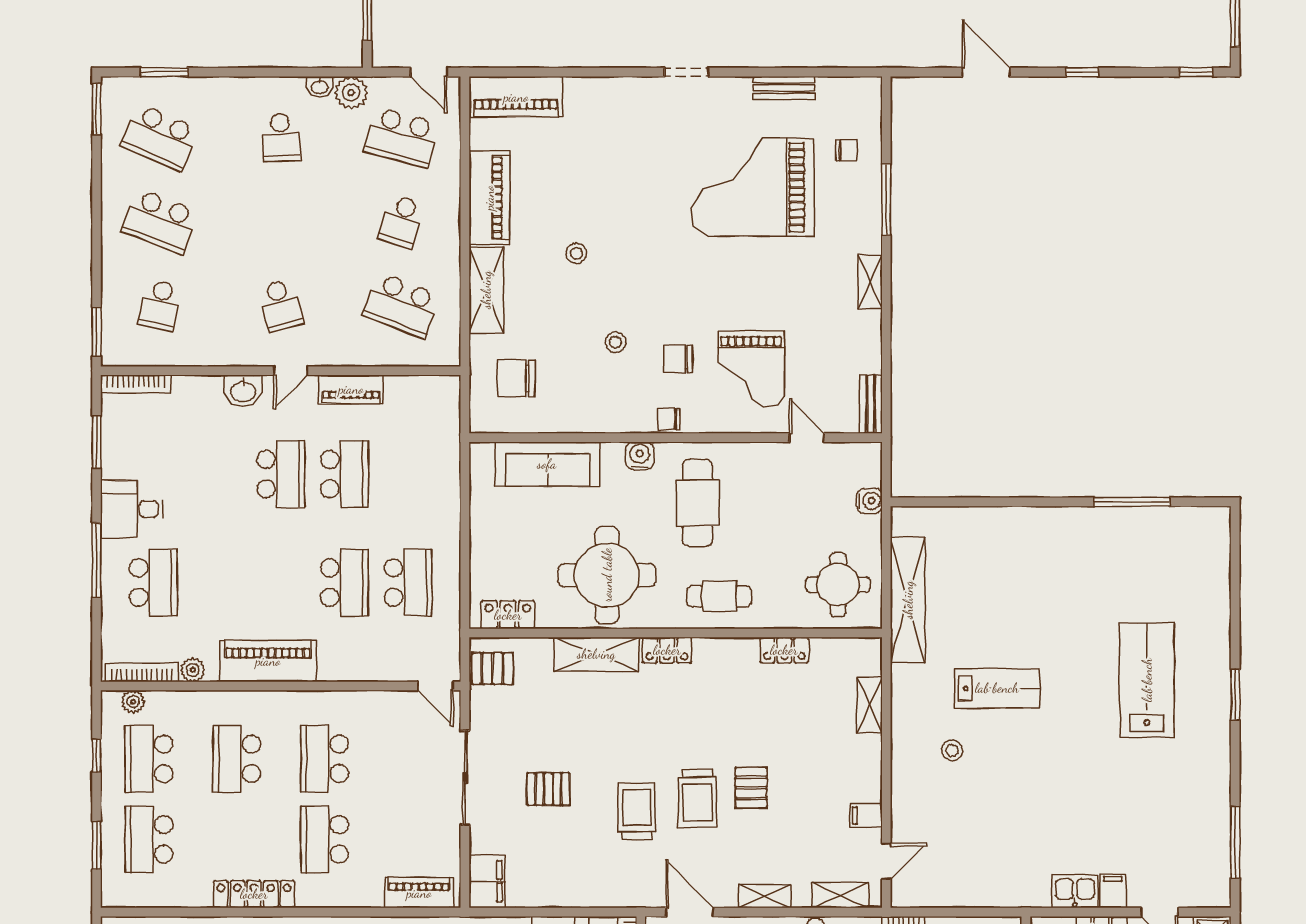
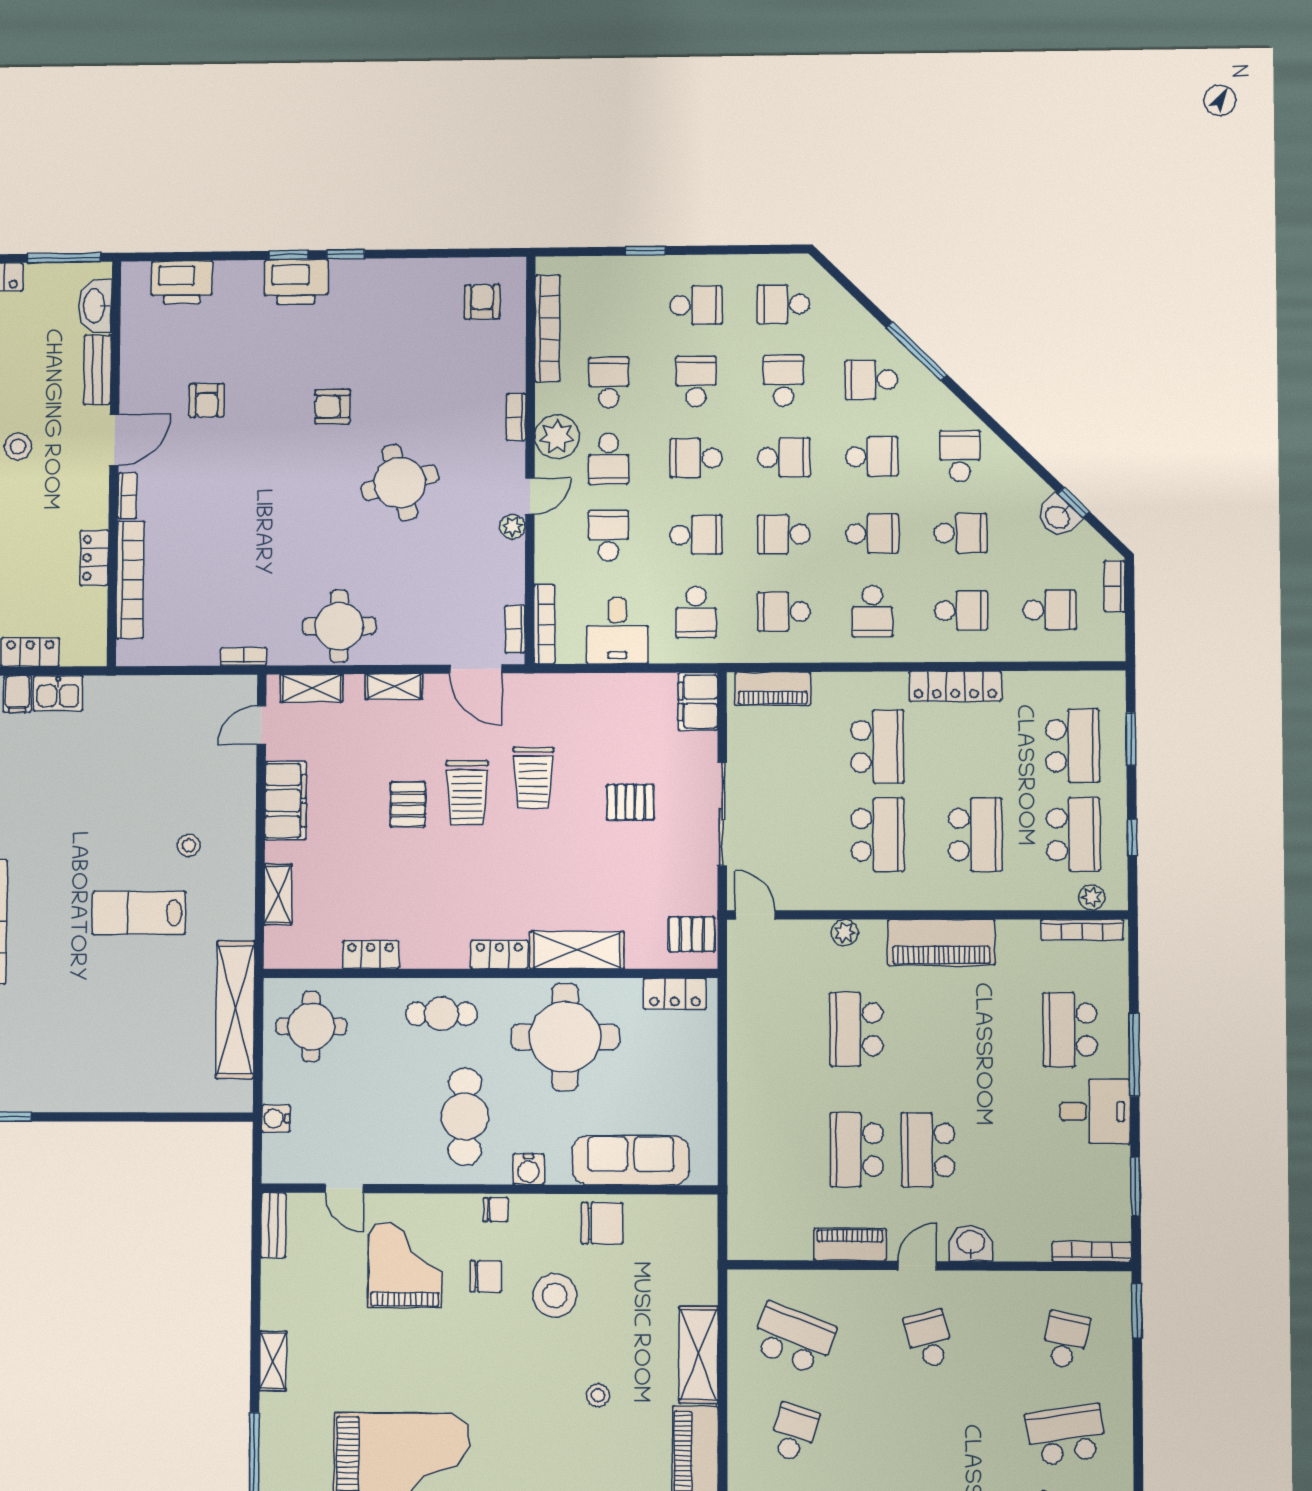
school desk: (160, 221) -> (1066, 1435), turned -30
stool: (616, 342) -> (555, 1296), width x1.89, depth x1.89
chair: (516, 378) -> (602, 1223), moved
school desk: (408, 583) -> (785, 1029), removed
plant: (193, 670) -> (845, 933), moved
trolley: (697, 798) -> (467, 793), turned 180
filing cabinet: (866, 816) -> (286, 801), width x3.00, depth x1.17

